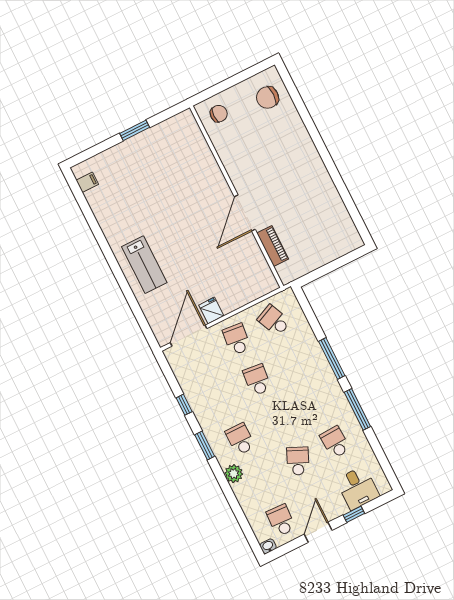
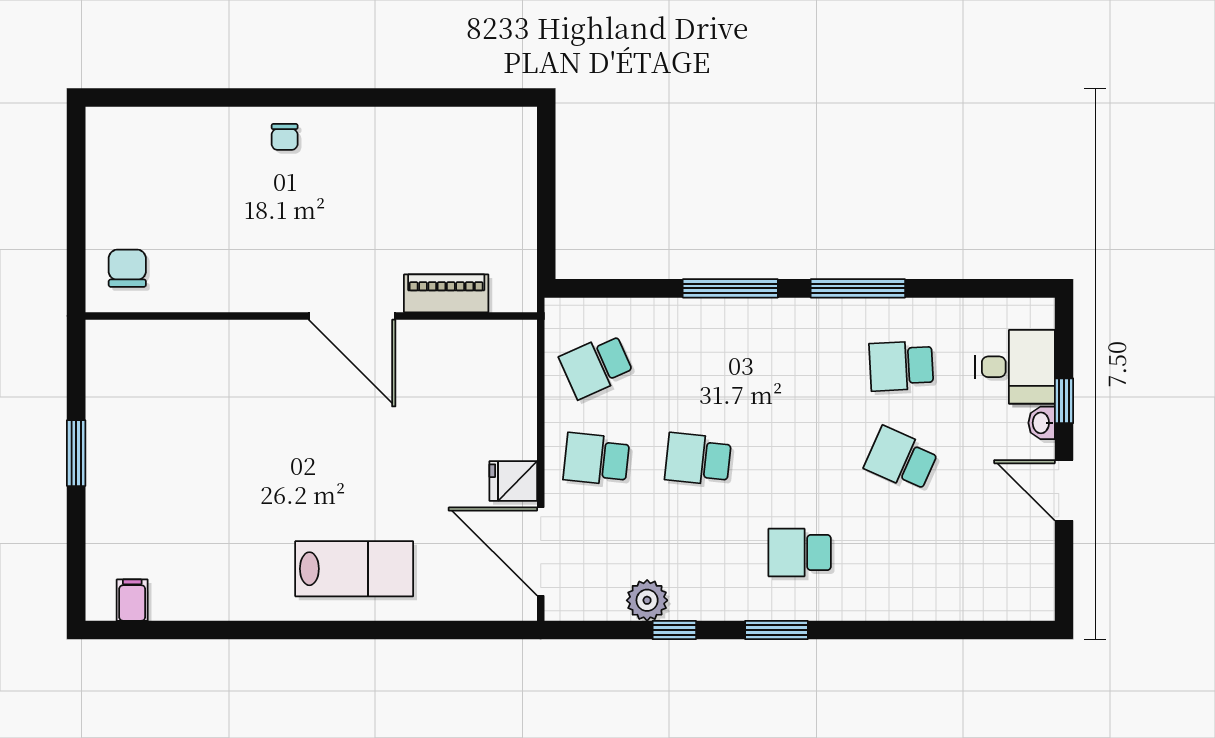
chair: (268, 98) -> (285, 137), moved, width x0.54, depth x0.54
plant: (234, 474) -> (647, 600), moved
school desk: (281, 520) -> (1003, 553), removed
washbasin: (268, 546) -> (1042, 423), moved

